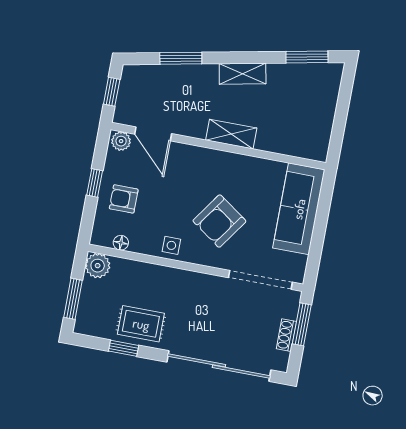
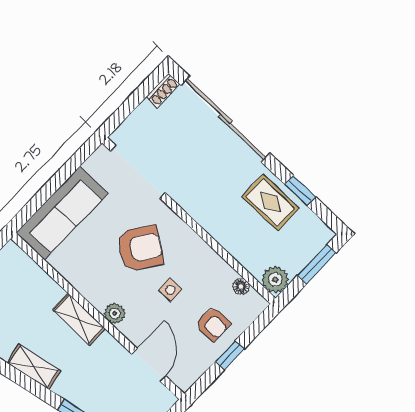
plant: (121, 141) -> (115, 313), moved
side table: (171, 245) -> (170, 290), moved
window: (302, 324) -> (127, 108), removed
shoe rack: (286, 335) -> (163, 90), moved

